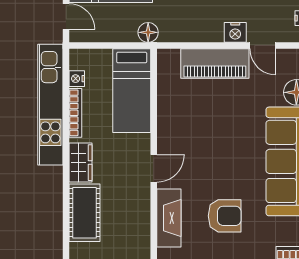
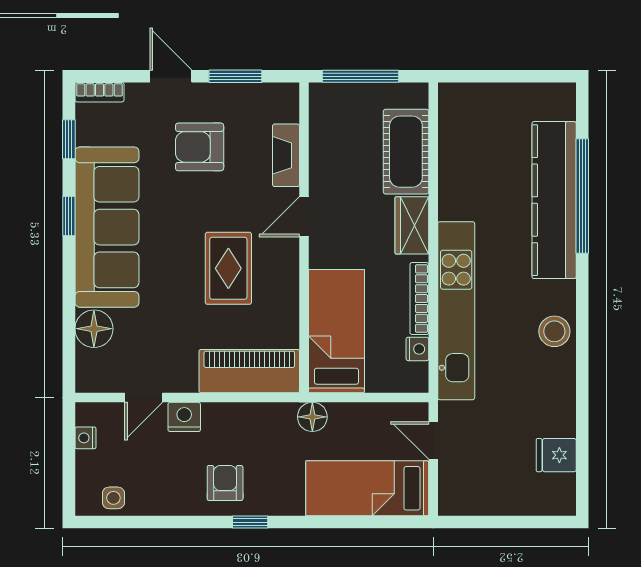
door: (263, 46) -> (144, 398), swing flipped
piano: (215, 64) -> (249, 371), moved
rug: (205, 133) -> (228, 268), added
fireplace: (169, 218) -> (286, 155), width x0.73, depth x0.76

